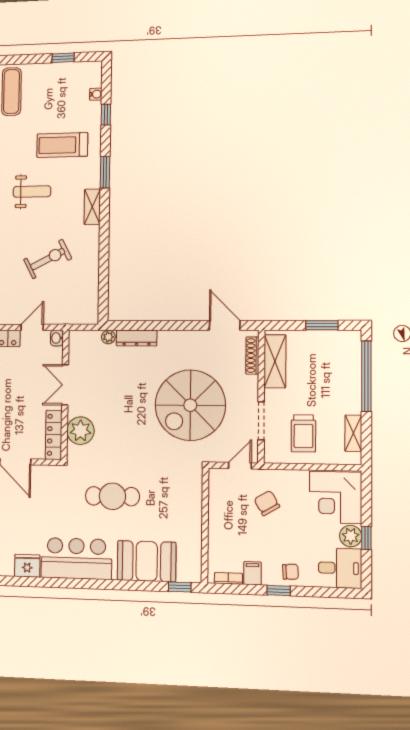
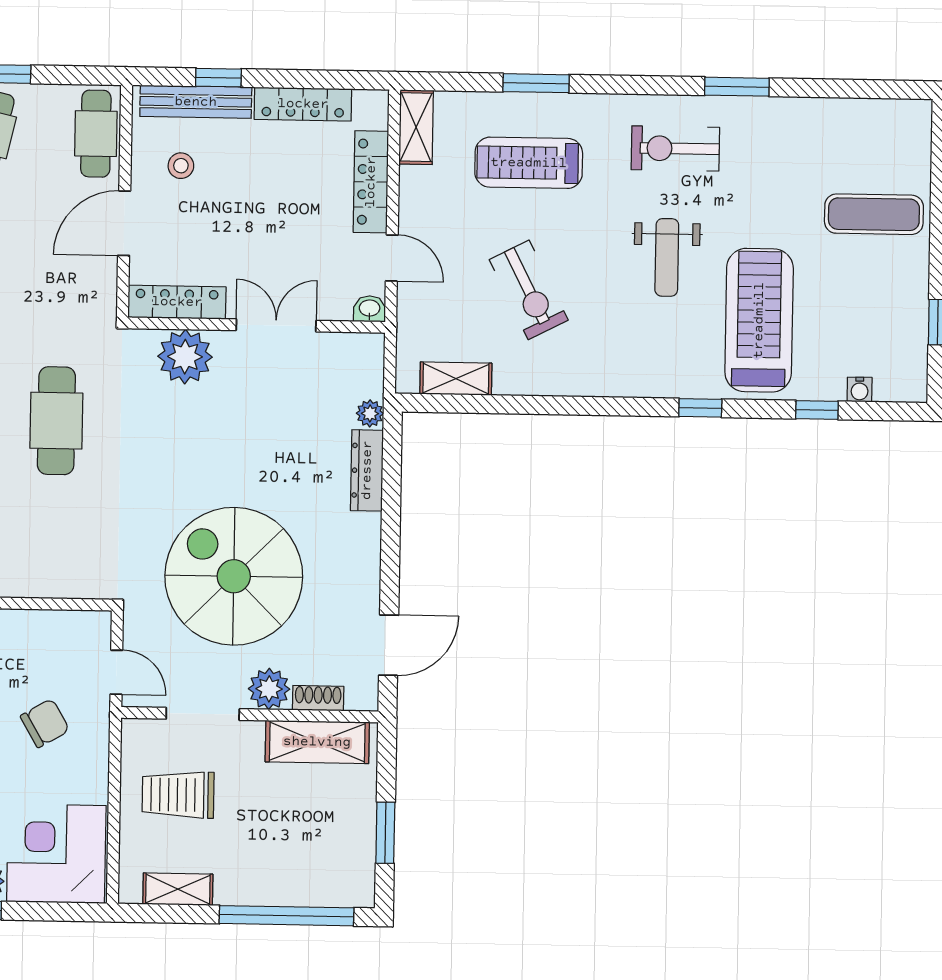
treadmill: (62, 145) -> (759, 320), width x1.37, depth x1.38
window: (105, 172) -> (700, 408), width x0.67
shelving: (92, 207) -> (456, 379), moved
shoe rack: (252, 356) -> (318, 698), width x0.70
plant: (248, 386) -> (269, 689), added

